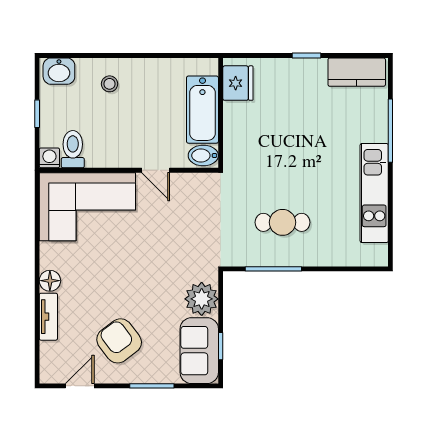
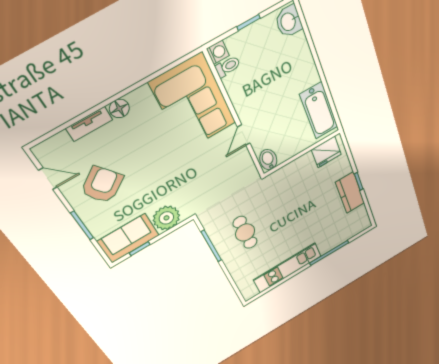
kitchen counter: (357, 72) -> (350, 193), moved
stool: (110, 84) -> (294, 66), removed
bathtub: (202, 110) -> (319, 111), moved, turned -90
toilet: (73, 149) -> (228, 67), width x0.73, depth x0.72

